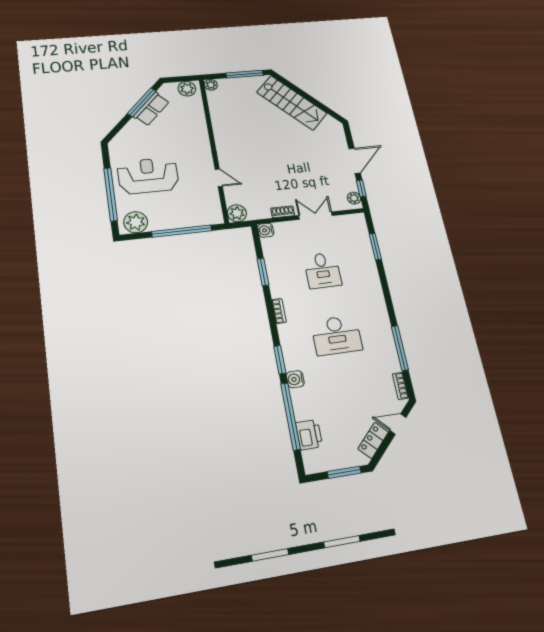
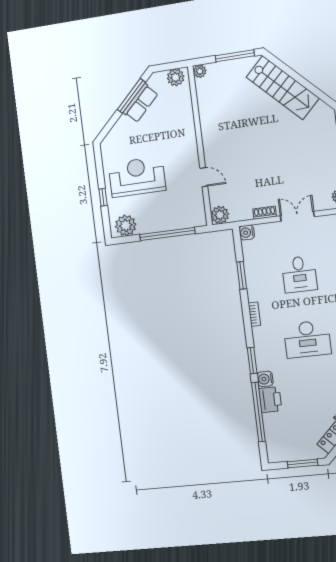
window: (111, 194) -> (103, 197), width x0.32
printer: (309, 435) -> (270, 400), moved

